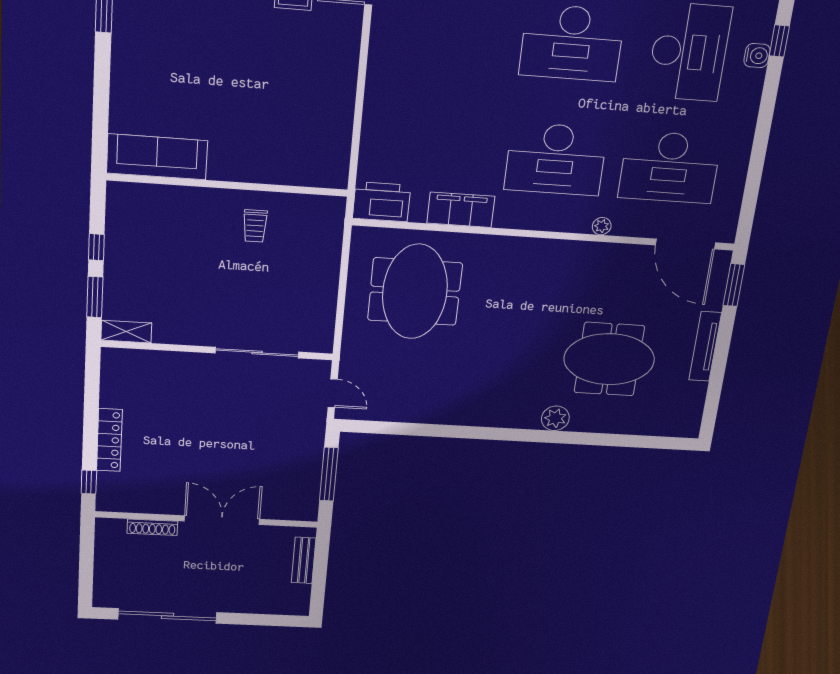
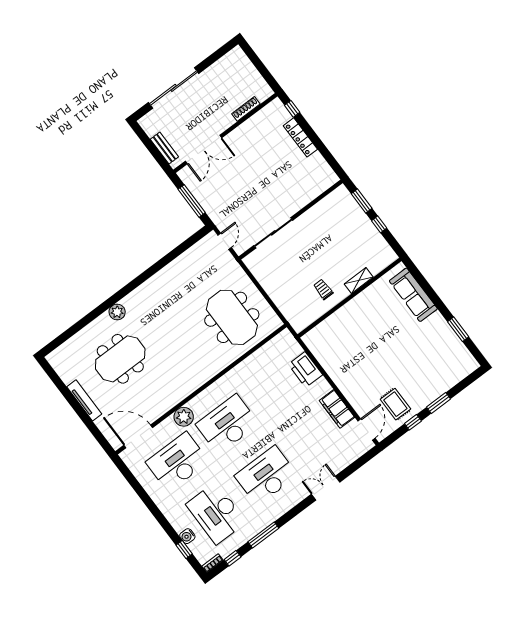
sofa: (157, 157) -> (413, 295), moved, turned 90
printer: (382, 202) -> (305, 370), moved, turned 90
filing cabinet: (461, 210) -> (337, 409), moved, turned 90
plant: (602, 226) -> (184, 417), width x1.88, depth x1.88
window: (734, 285) -> (100, 437), removed
shelving: (126, 332) -> (359, 280), moved
door: (333, 393) -> (225, 241), swing flipped
double door: (222, 520) -> (204, 149), moved
sliding door: (167, 616) -> (174, 88), moved

